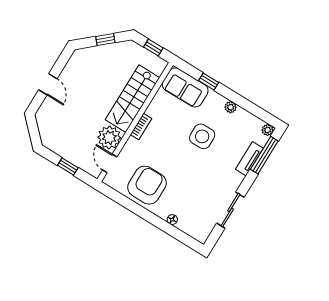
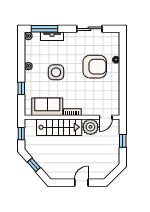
sofa: (185, 87) -> (47, 107), moved, turned -90
armchair: (147, 185) -> (95, 67), moved, turned 180

